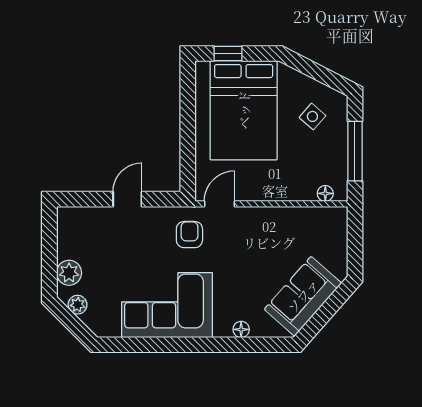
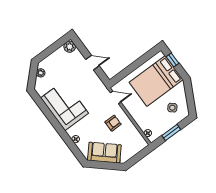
window: (355, 151) -> (171, 132), width x0.69
armchair: (189, 235) -> (113, 123), moved
plant: (69, 273) -> (70, 47), moved

